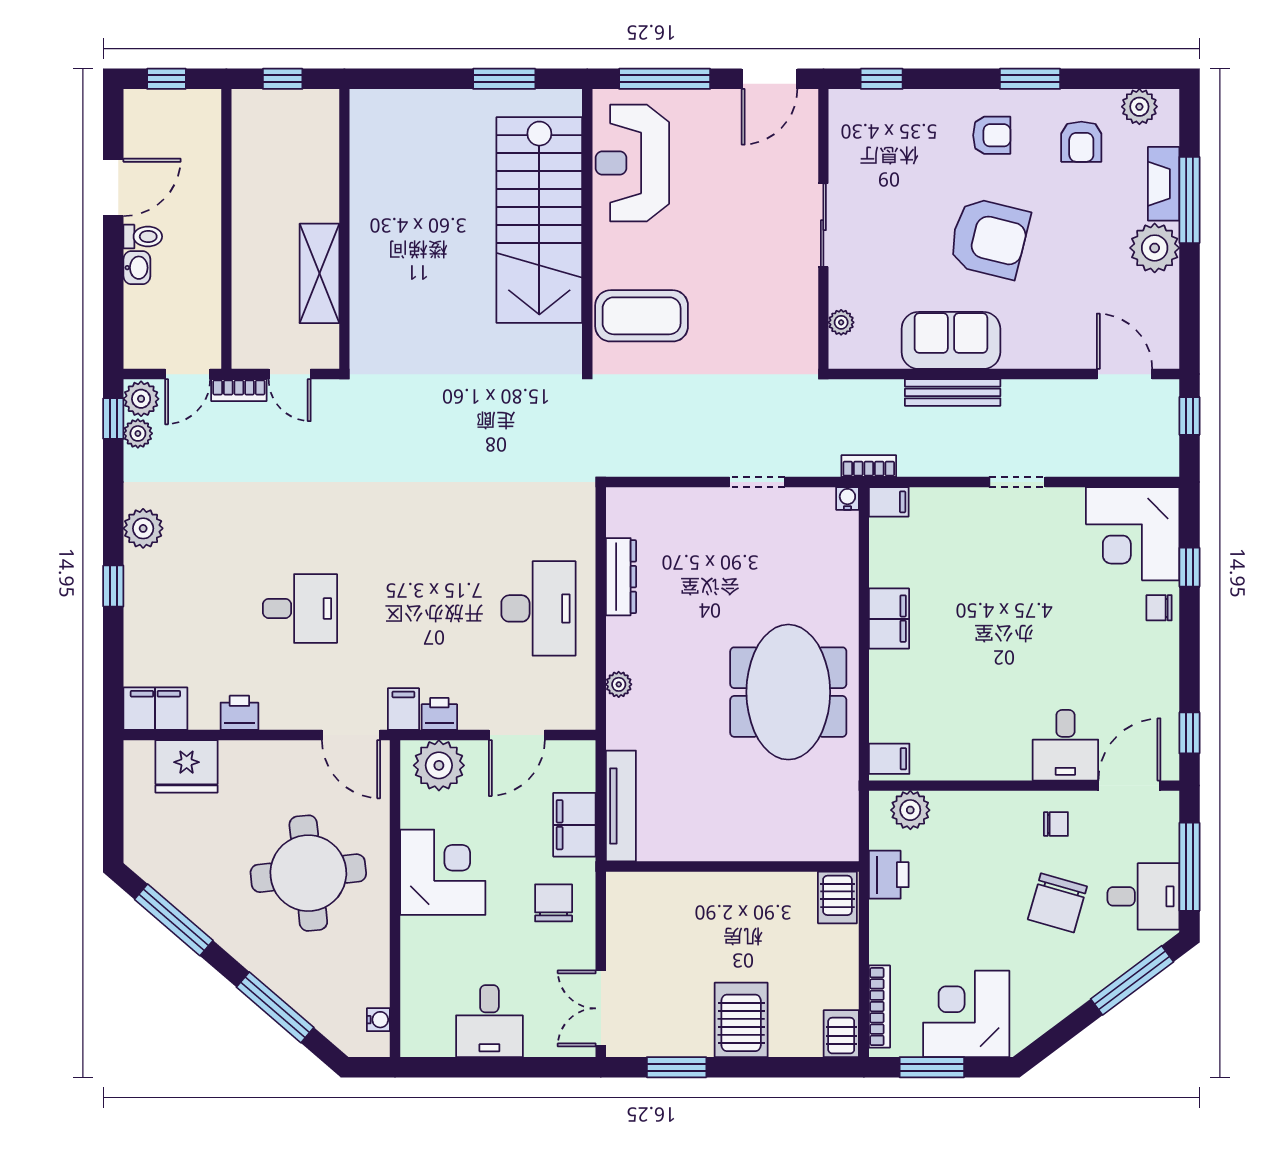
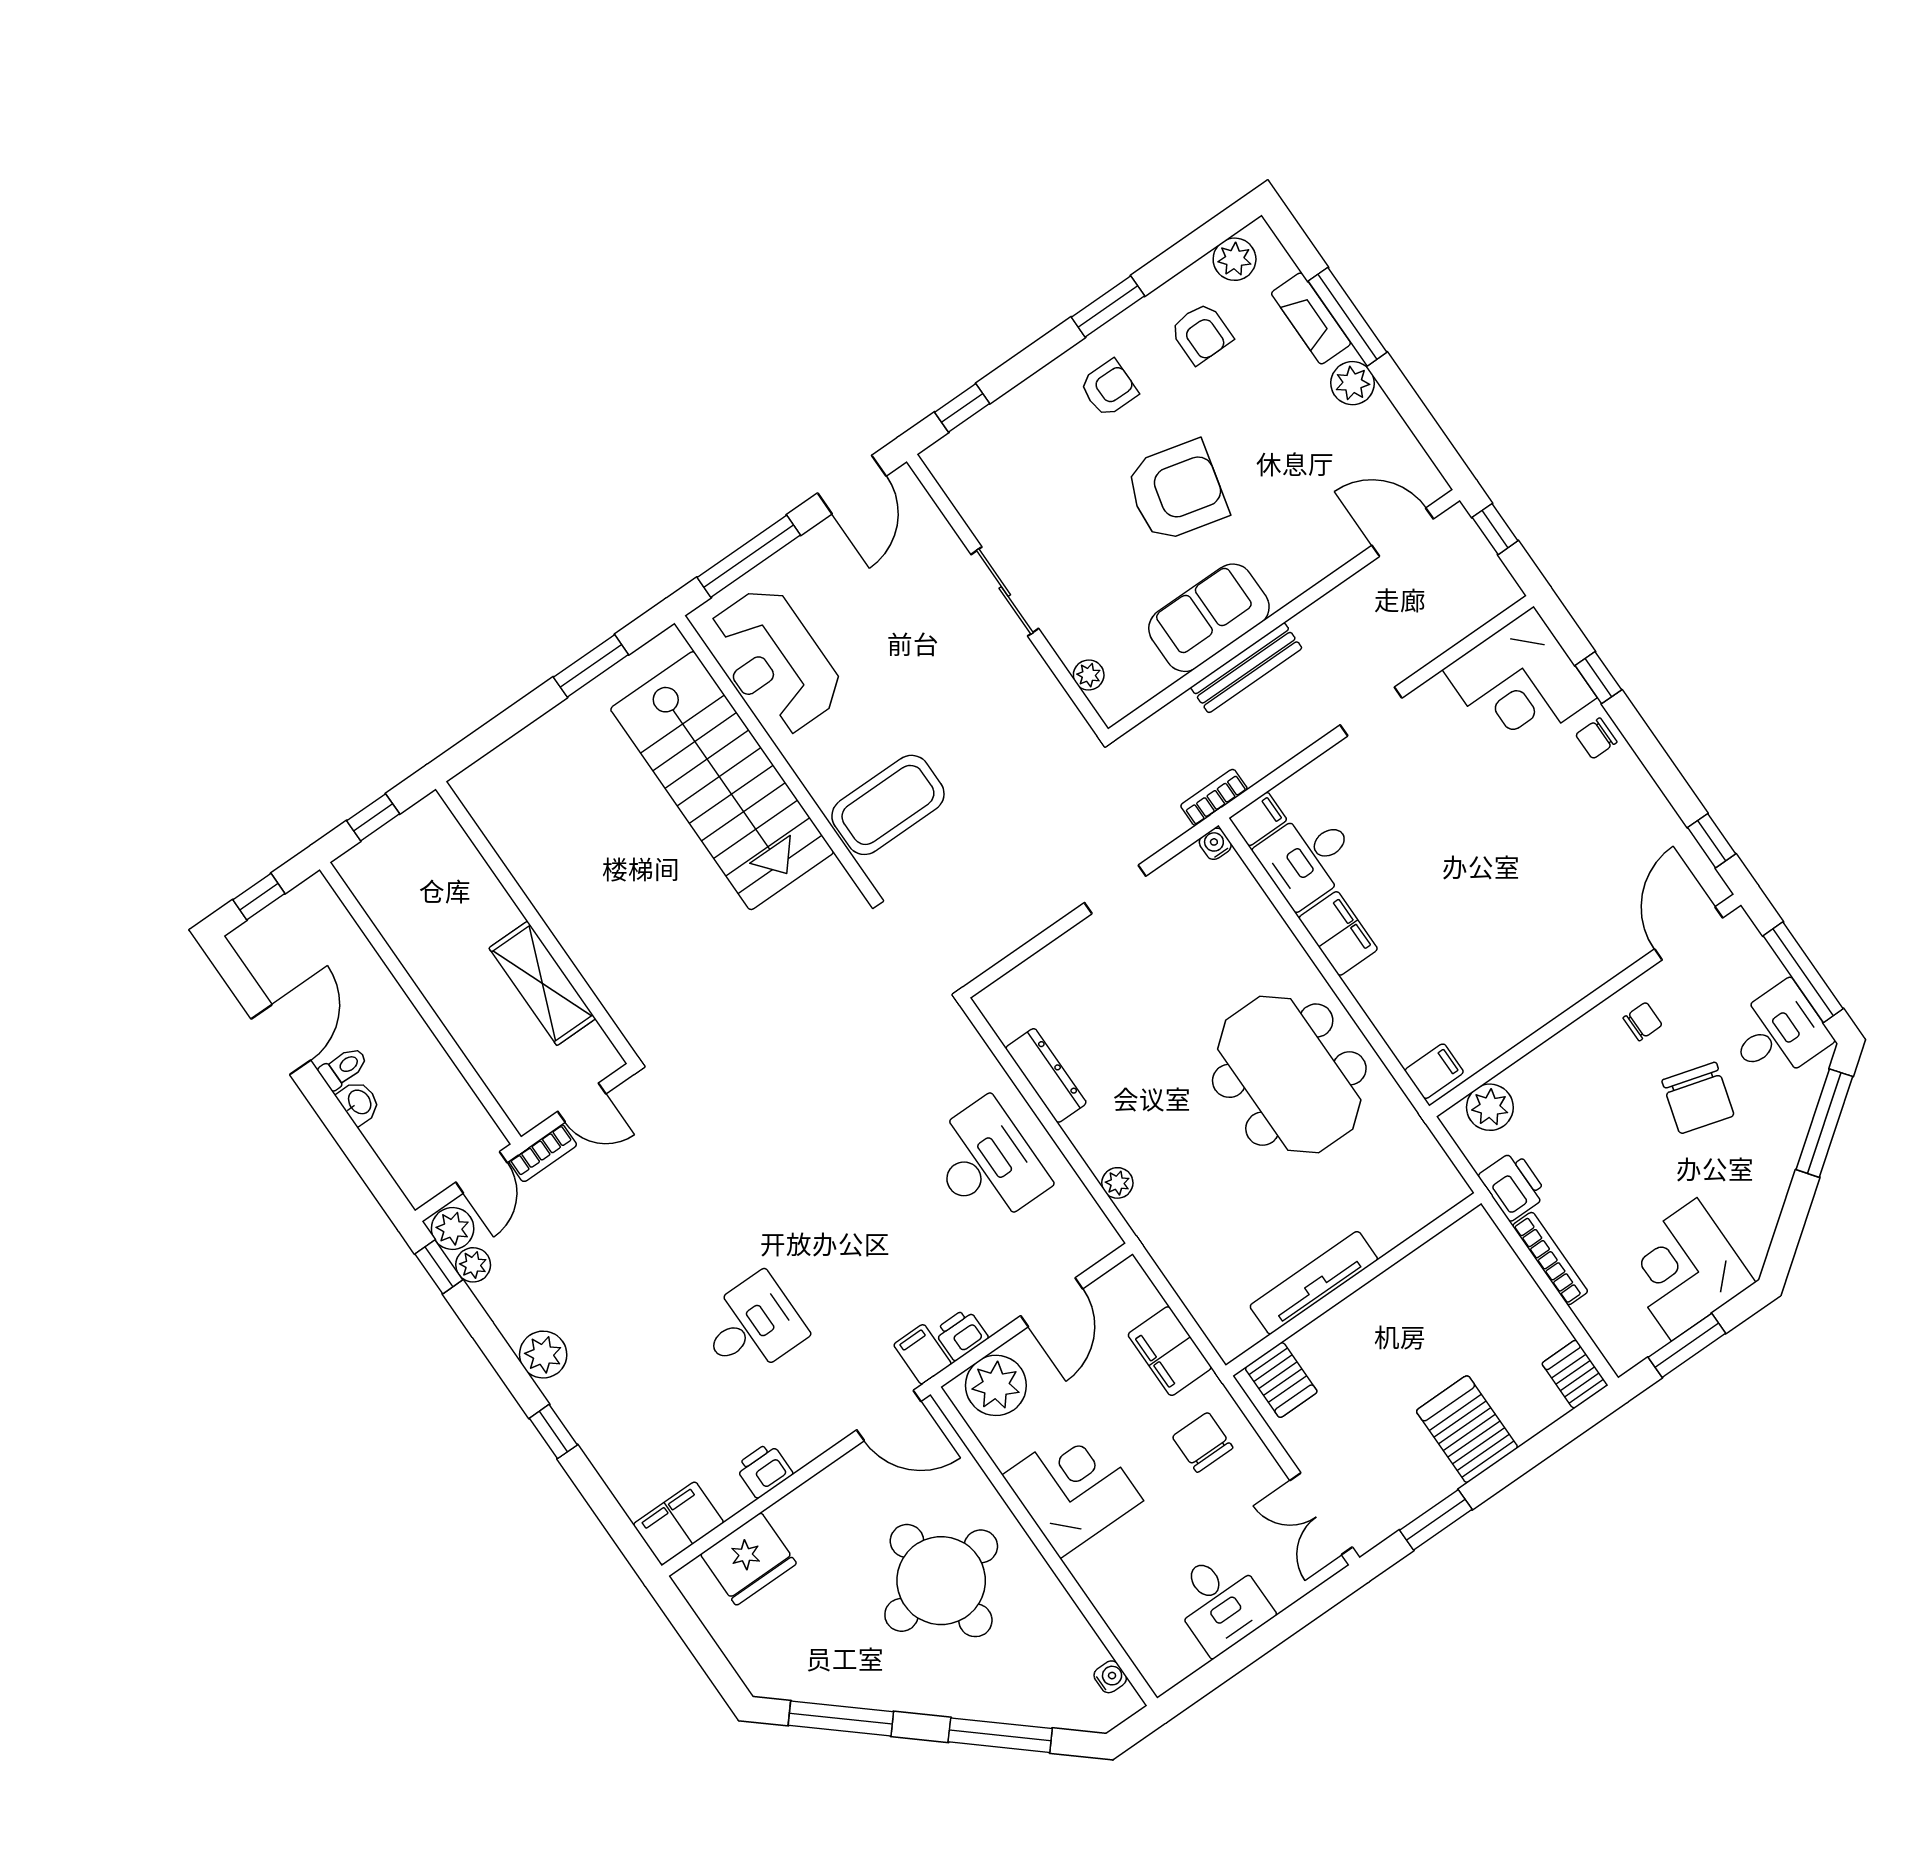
plant: (1155, 248) -> (1353, 383), width x0.73, depth x0.73
desk: (1065, 745) -> (1308, 858), moved, turned 90
tv unit: (621, 806) -> (1314, 1283), moved, turned -90
server rack: (837, 897) -> (1281, 1380), moved
bookcase: (879, 1007) -> (1550, 1259), moved

